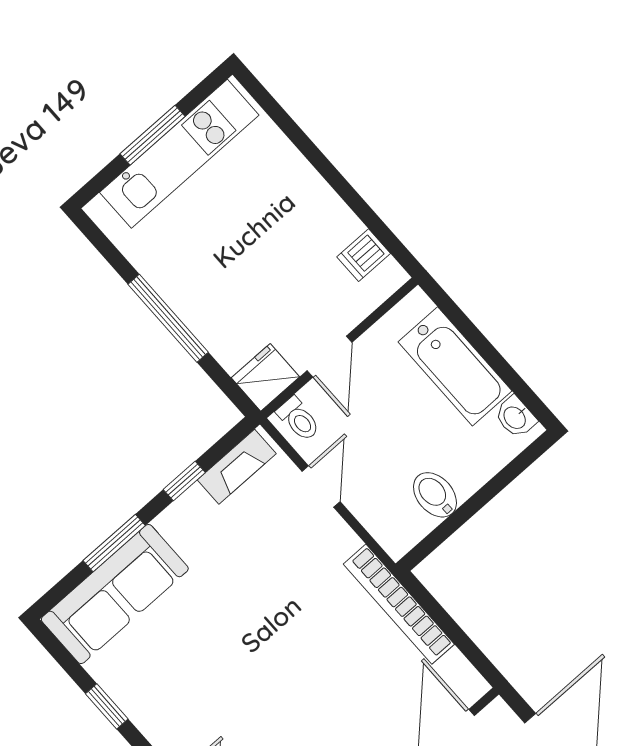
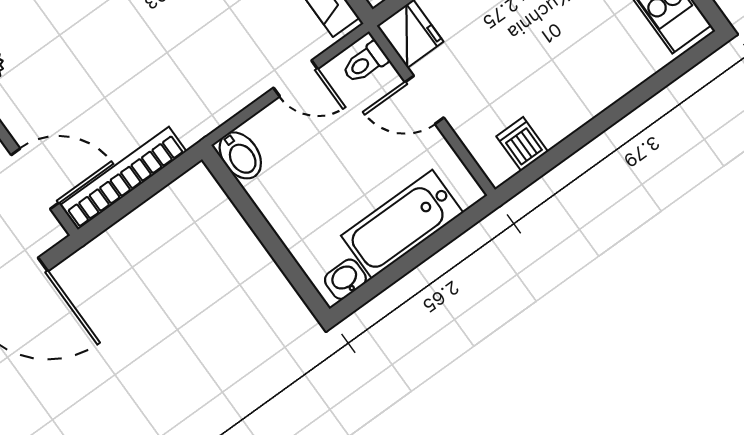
bidet: (435, 495) -> (240, 155), moved, turned 90
bookcase: (399, 604) -> (123, 178), moved

